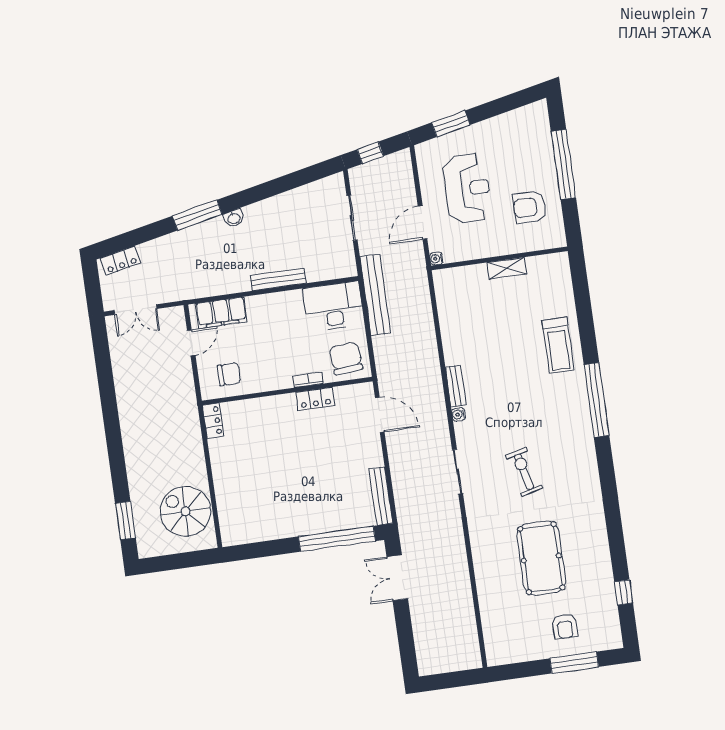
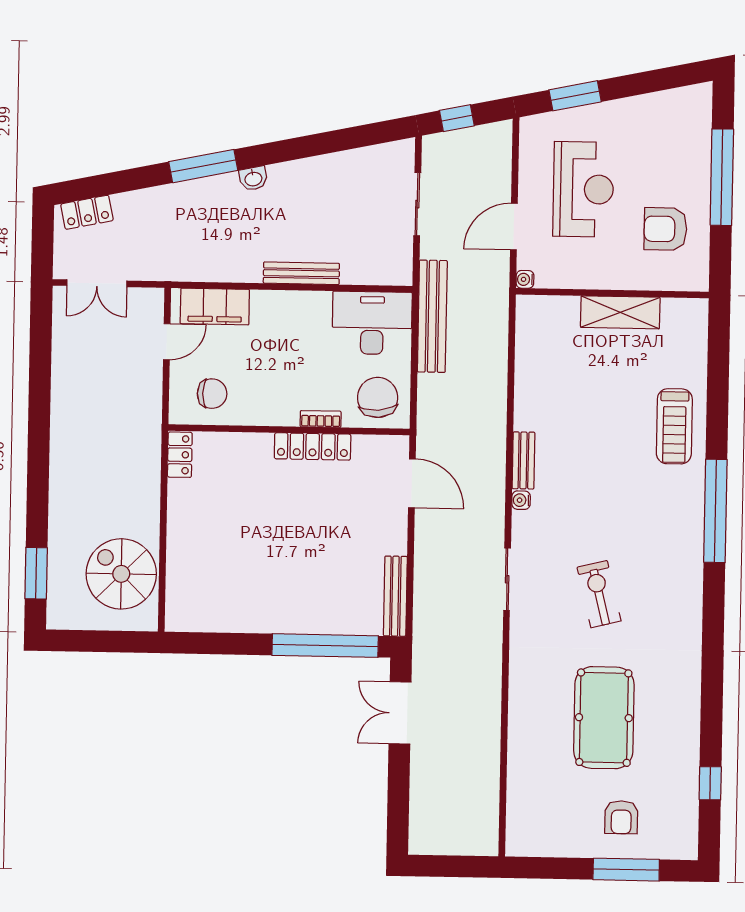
shelving: (507, 268) -> (620, 312), width x1.50, depth x1.33
locker: (315, 399) -> (313, 446), width x1.53

